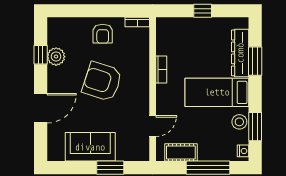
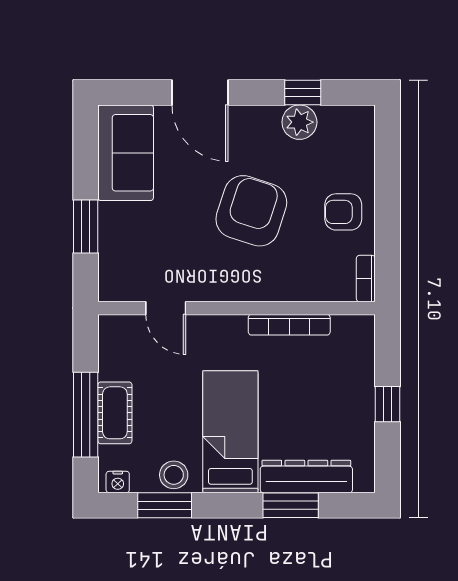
bookcase: (161, 69) -> (289, 325), width x1.56
sofa: (90, 147) -> (126, 153), moved
cot: (181, 152) -> (115, 413), moved

